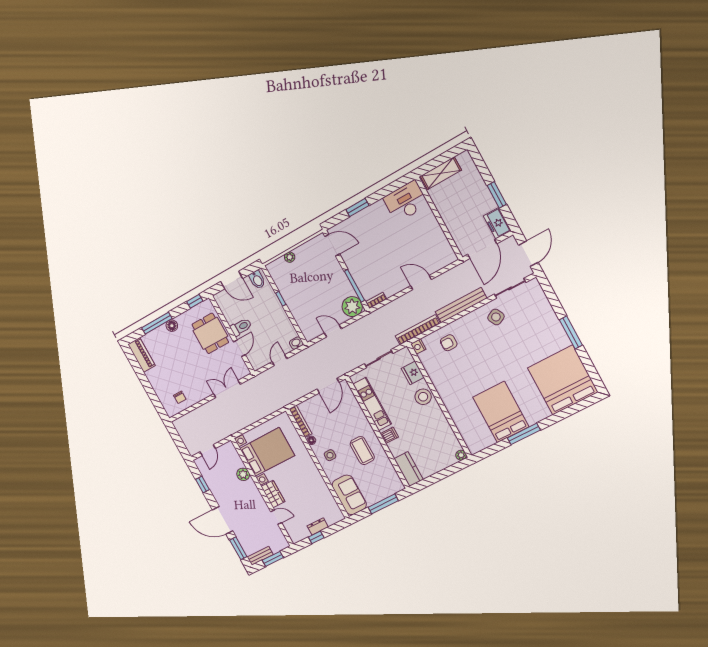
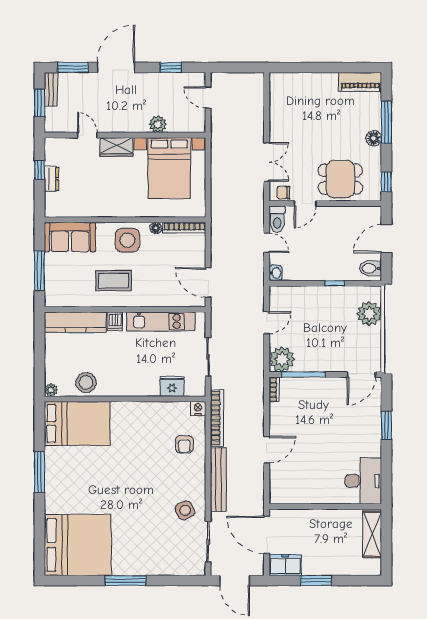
plant: (290, 257) -> (369, 314), width x1.88, depth x1.88
toilet: (241, 327) -> (277, 219), moved
armchair: (449, 343) -> (184, 444), turned 180
door: (239, 348) -> (305, 204), hinge flipped
chair: (180, 397) -> (283, 193), moved
stool: (423, 397) -> (86, 383), moved
bed: (501, 412) -> (77, 423), moved
side table: (330, 455) -> (127, 240), width x1.87, depth x1.87
kitchen counter: (409, 469) -> (75, 322), width x1.50
door: (276, 517) -> (87, 135), swing flipped

